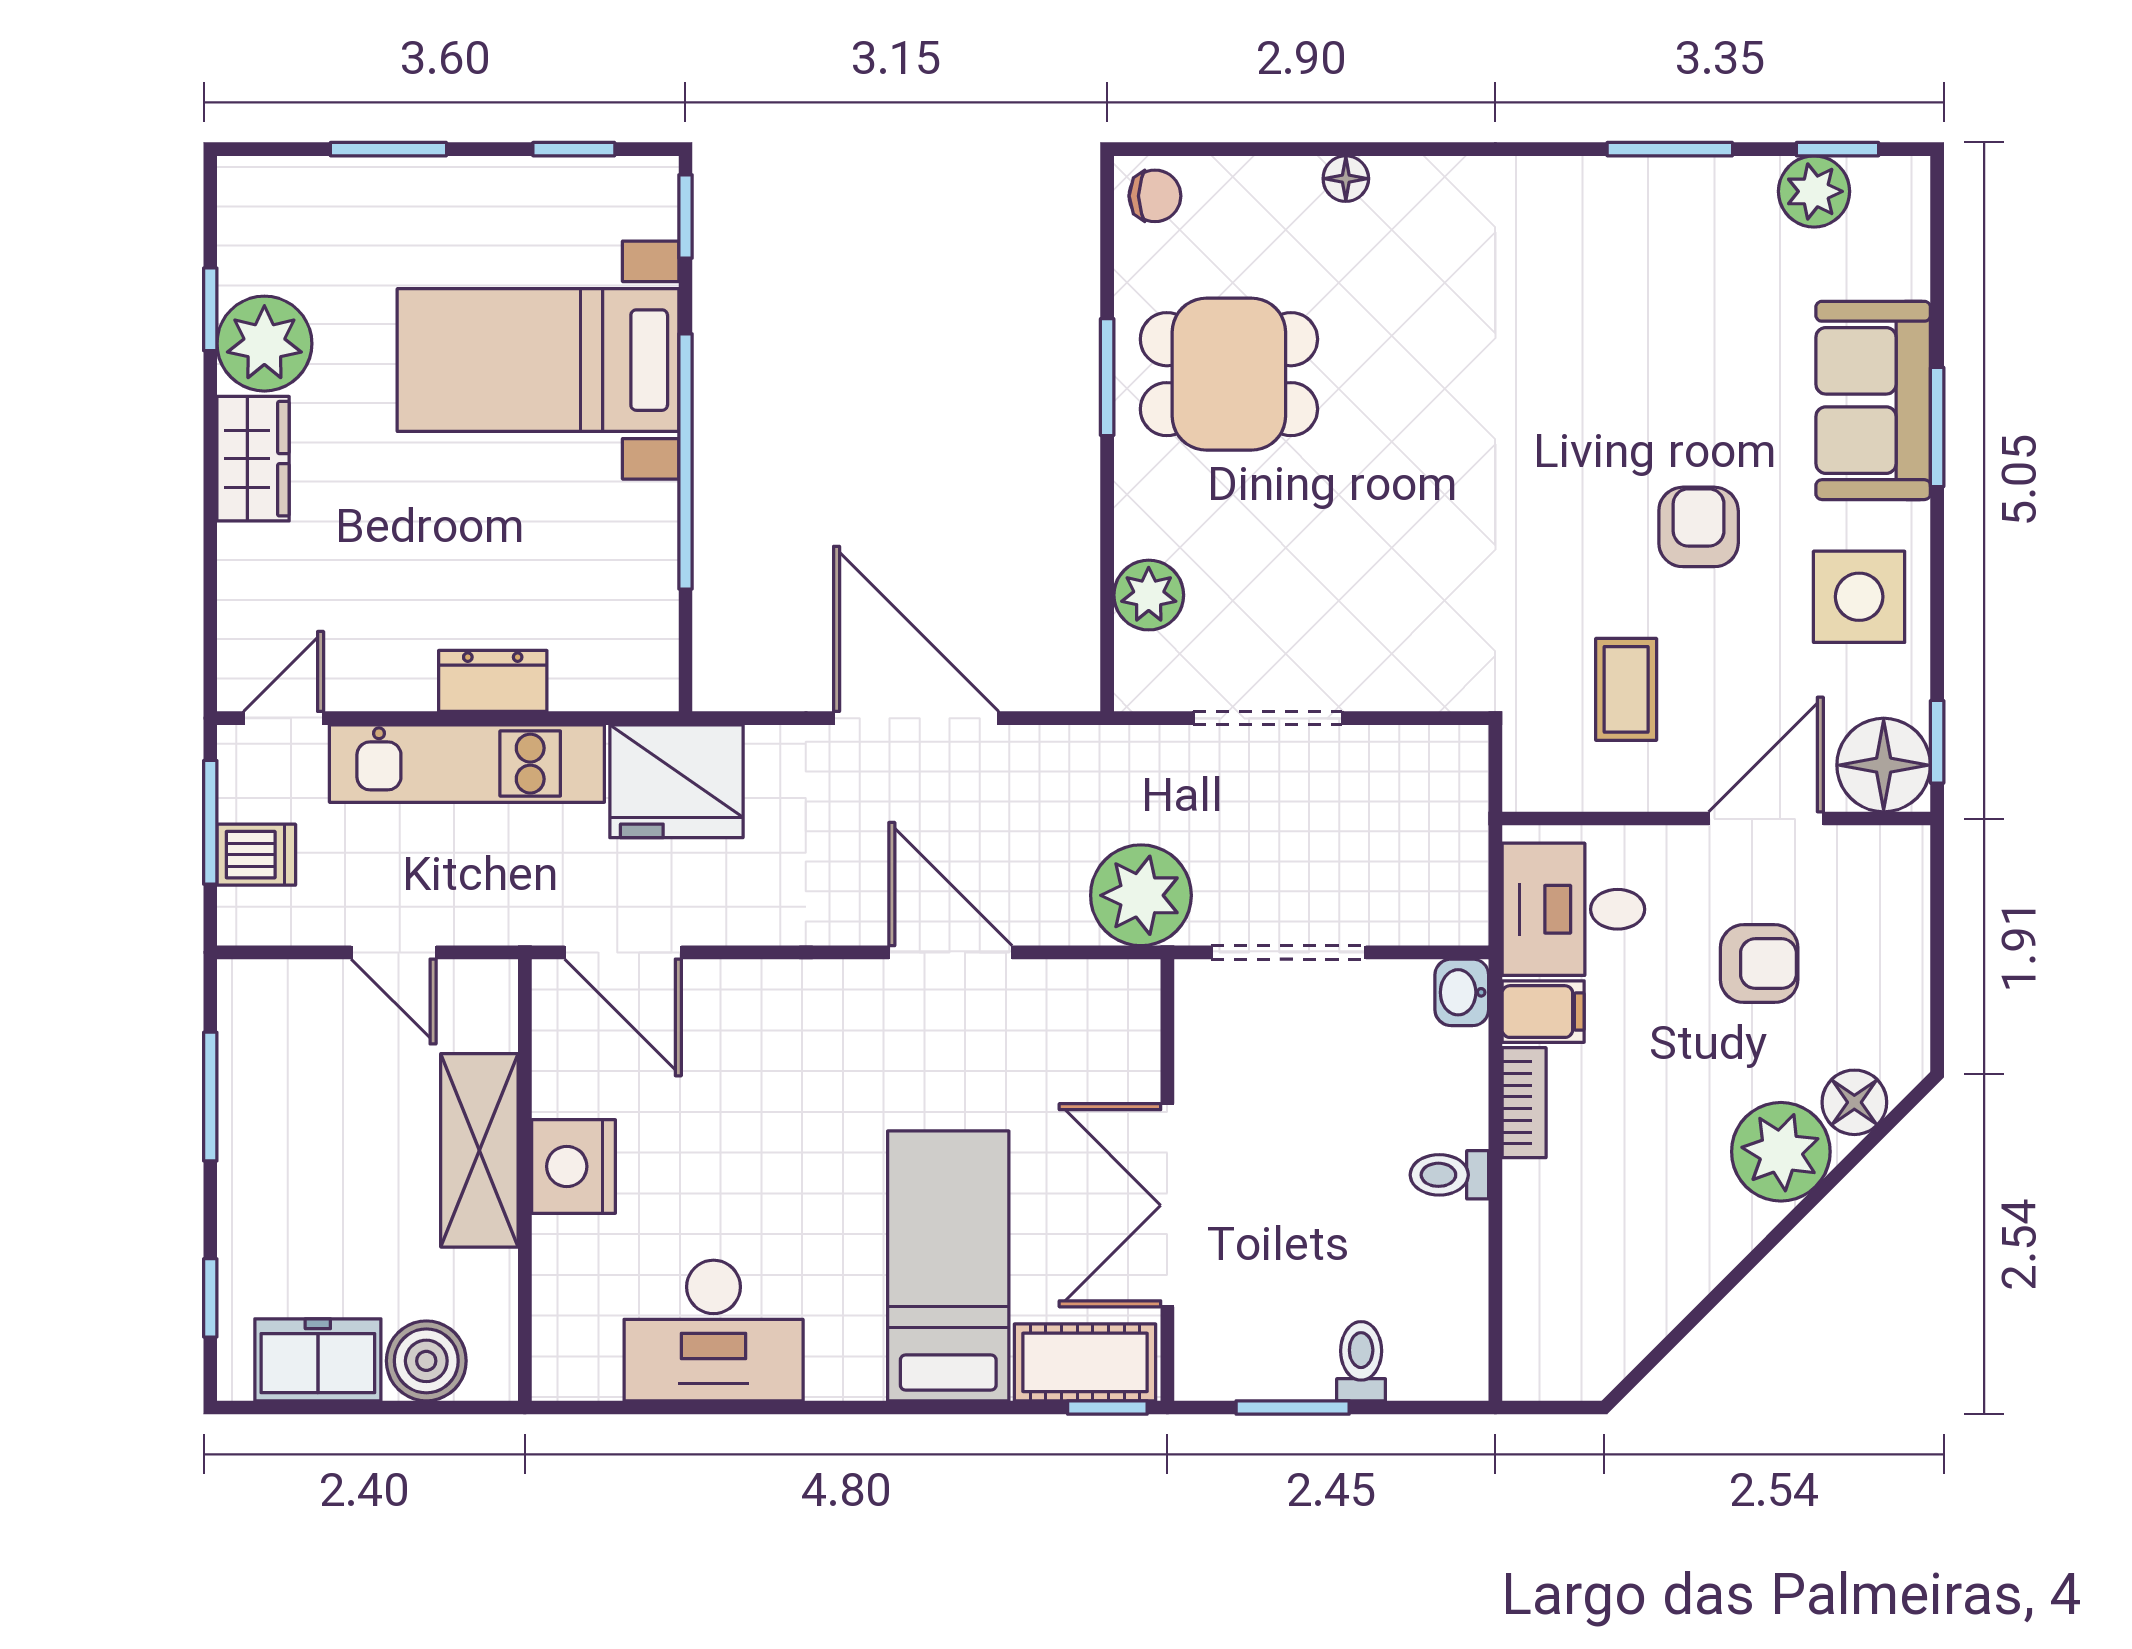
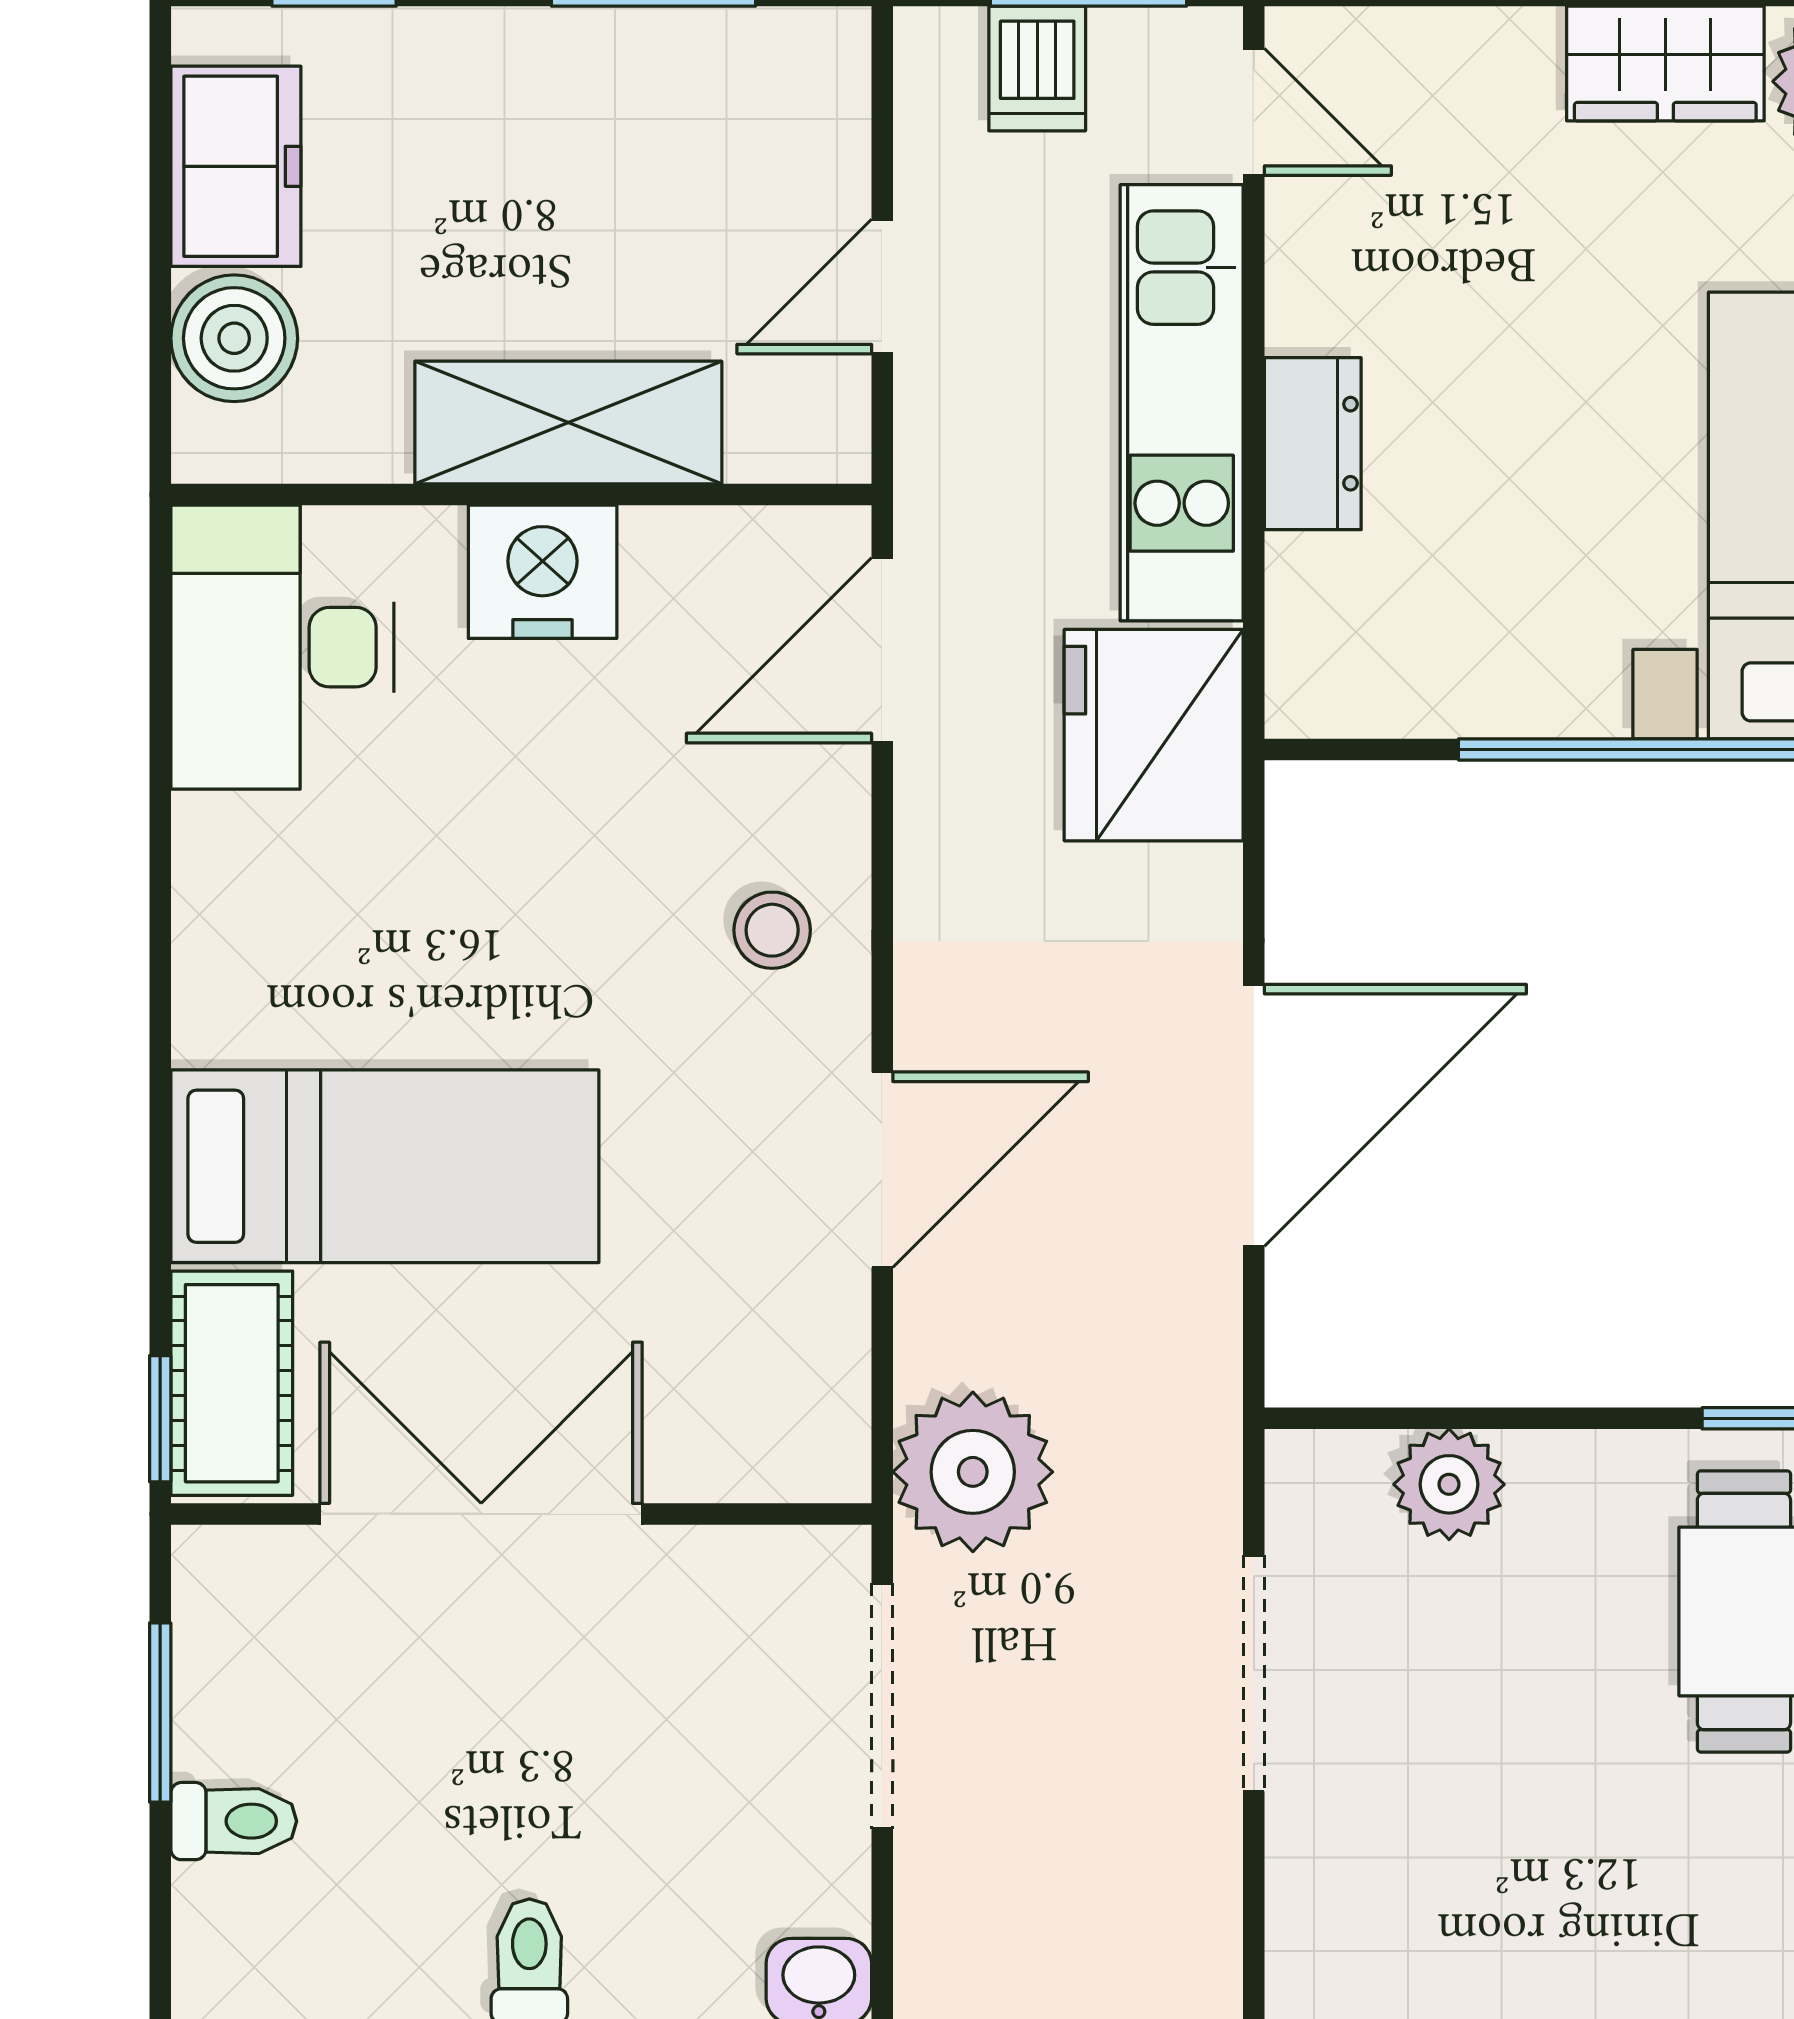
stool: (799, 1022) -> (772, 930), added
desk: (714, 1331) -> (282, 647), moved

